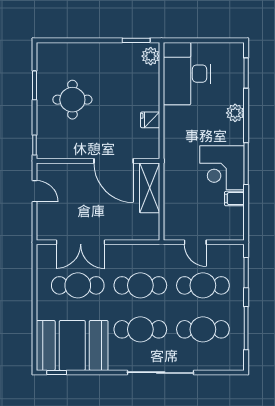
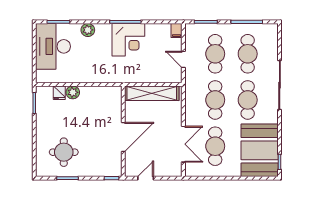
plant: (151, 56) -> (73, 92), moved
desk: (187, 74) -> (53, 46), moved, turned 90
round table: (72, 100) -> (64, 152), moved
fridge: (150, 120) -> (59, 93), moved
door: (114, 161) -> (123, 137), moved
shelving: (150, 188) -> (152, 93), width x1.47
filing cabinet: (234, 199) -> (177, 31), moved
door: (195, 242) -> (183, 59), swing flipped

